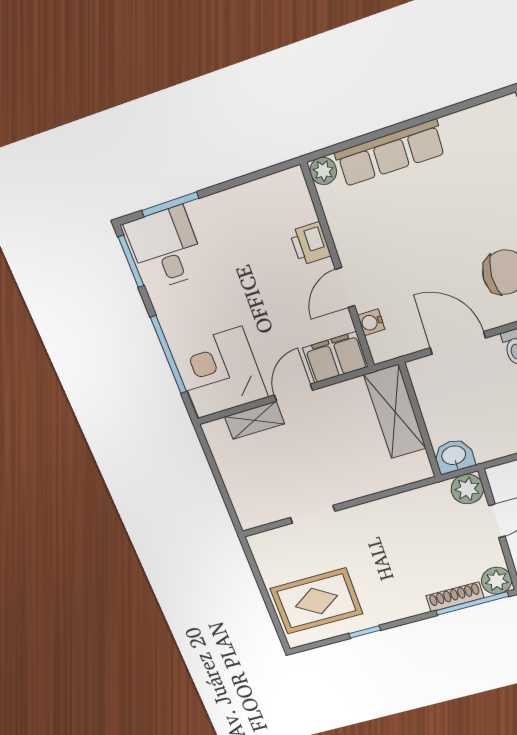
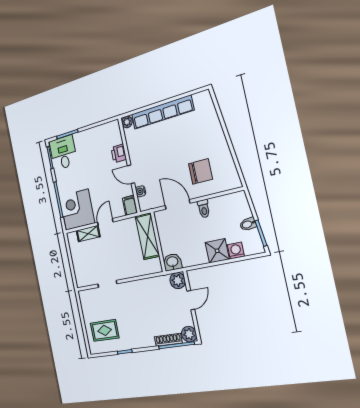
row of seats: (390, 153) -> (162, 112), width x1.36
door: (345, 288) -> (131, 174), hinge flipped
filing cabinet: (335, 357) -> (130, 205), width x0.50
rug: (317, 601) -> (105, 330), width x0.73, depth x0.70

